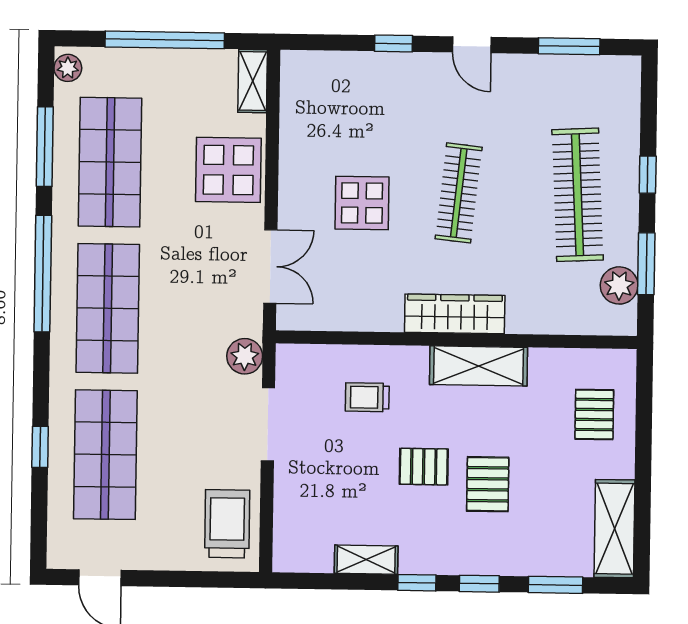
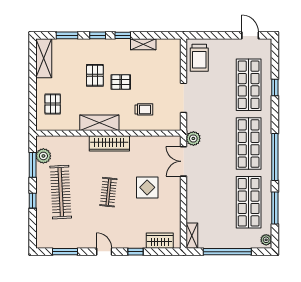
wardrobe: (333, 70) -> (160, 241), added
display table: (228, 170) -> (201, 200), removed
clothes rail: (459, 193) -> (108, 192), width x0.73
plant: (245, 356) -> (193, 138), moved

